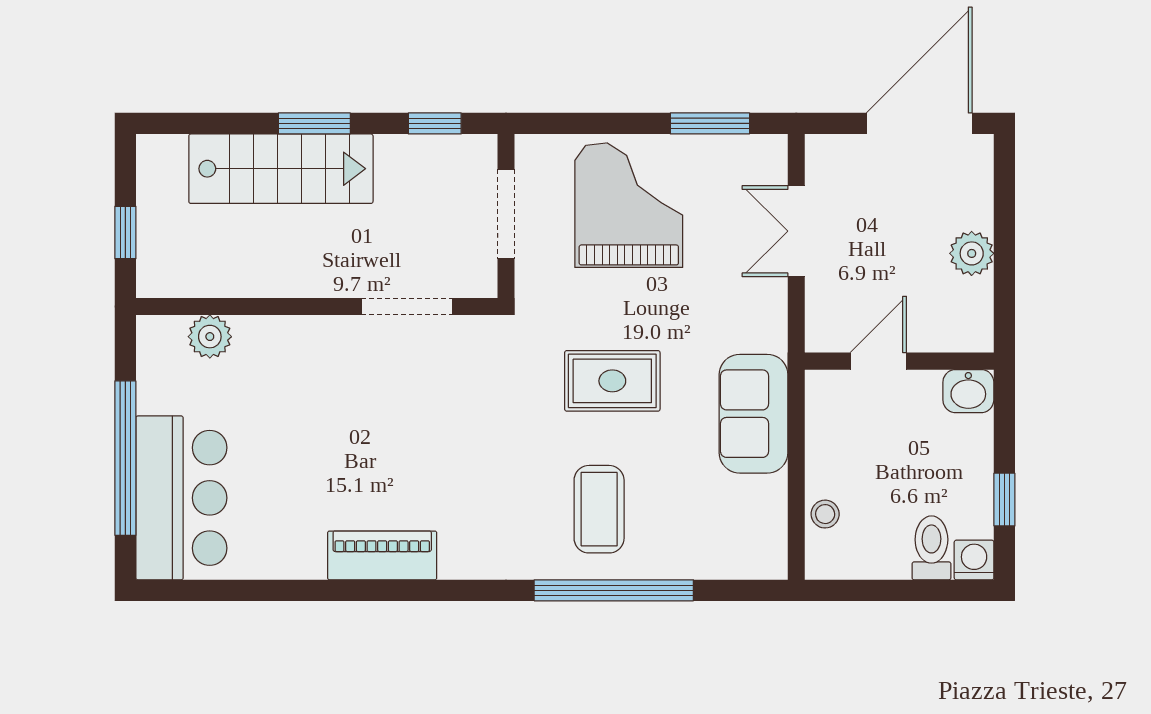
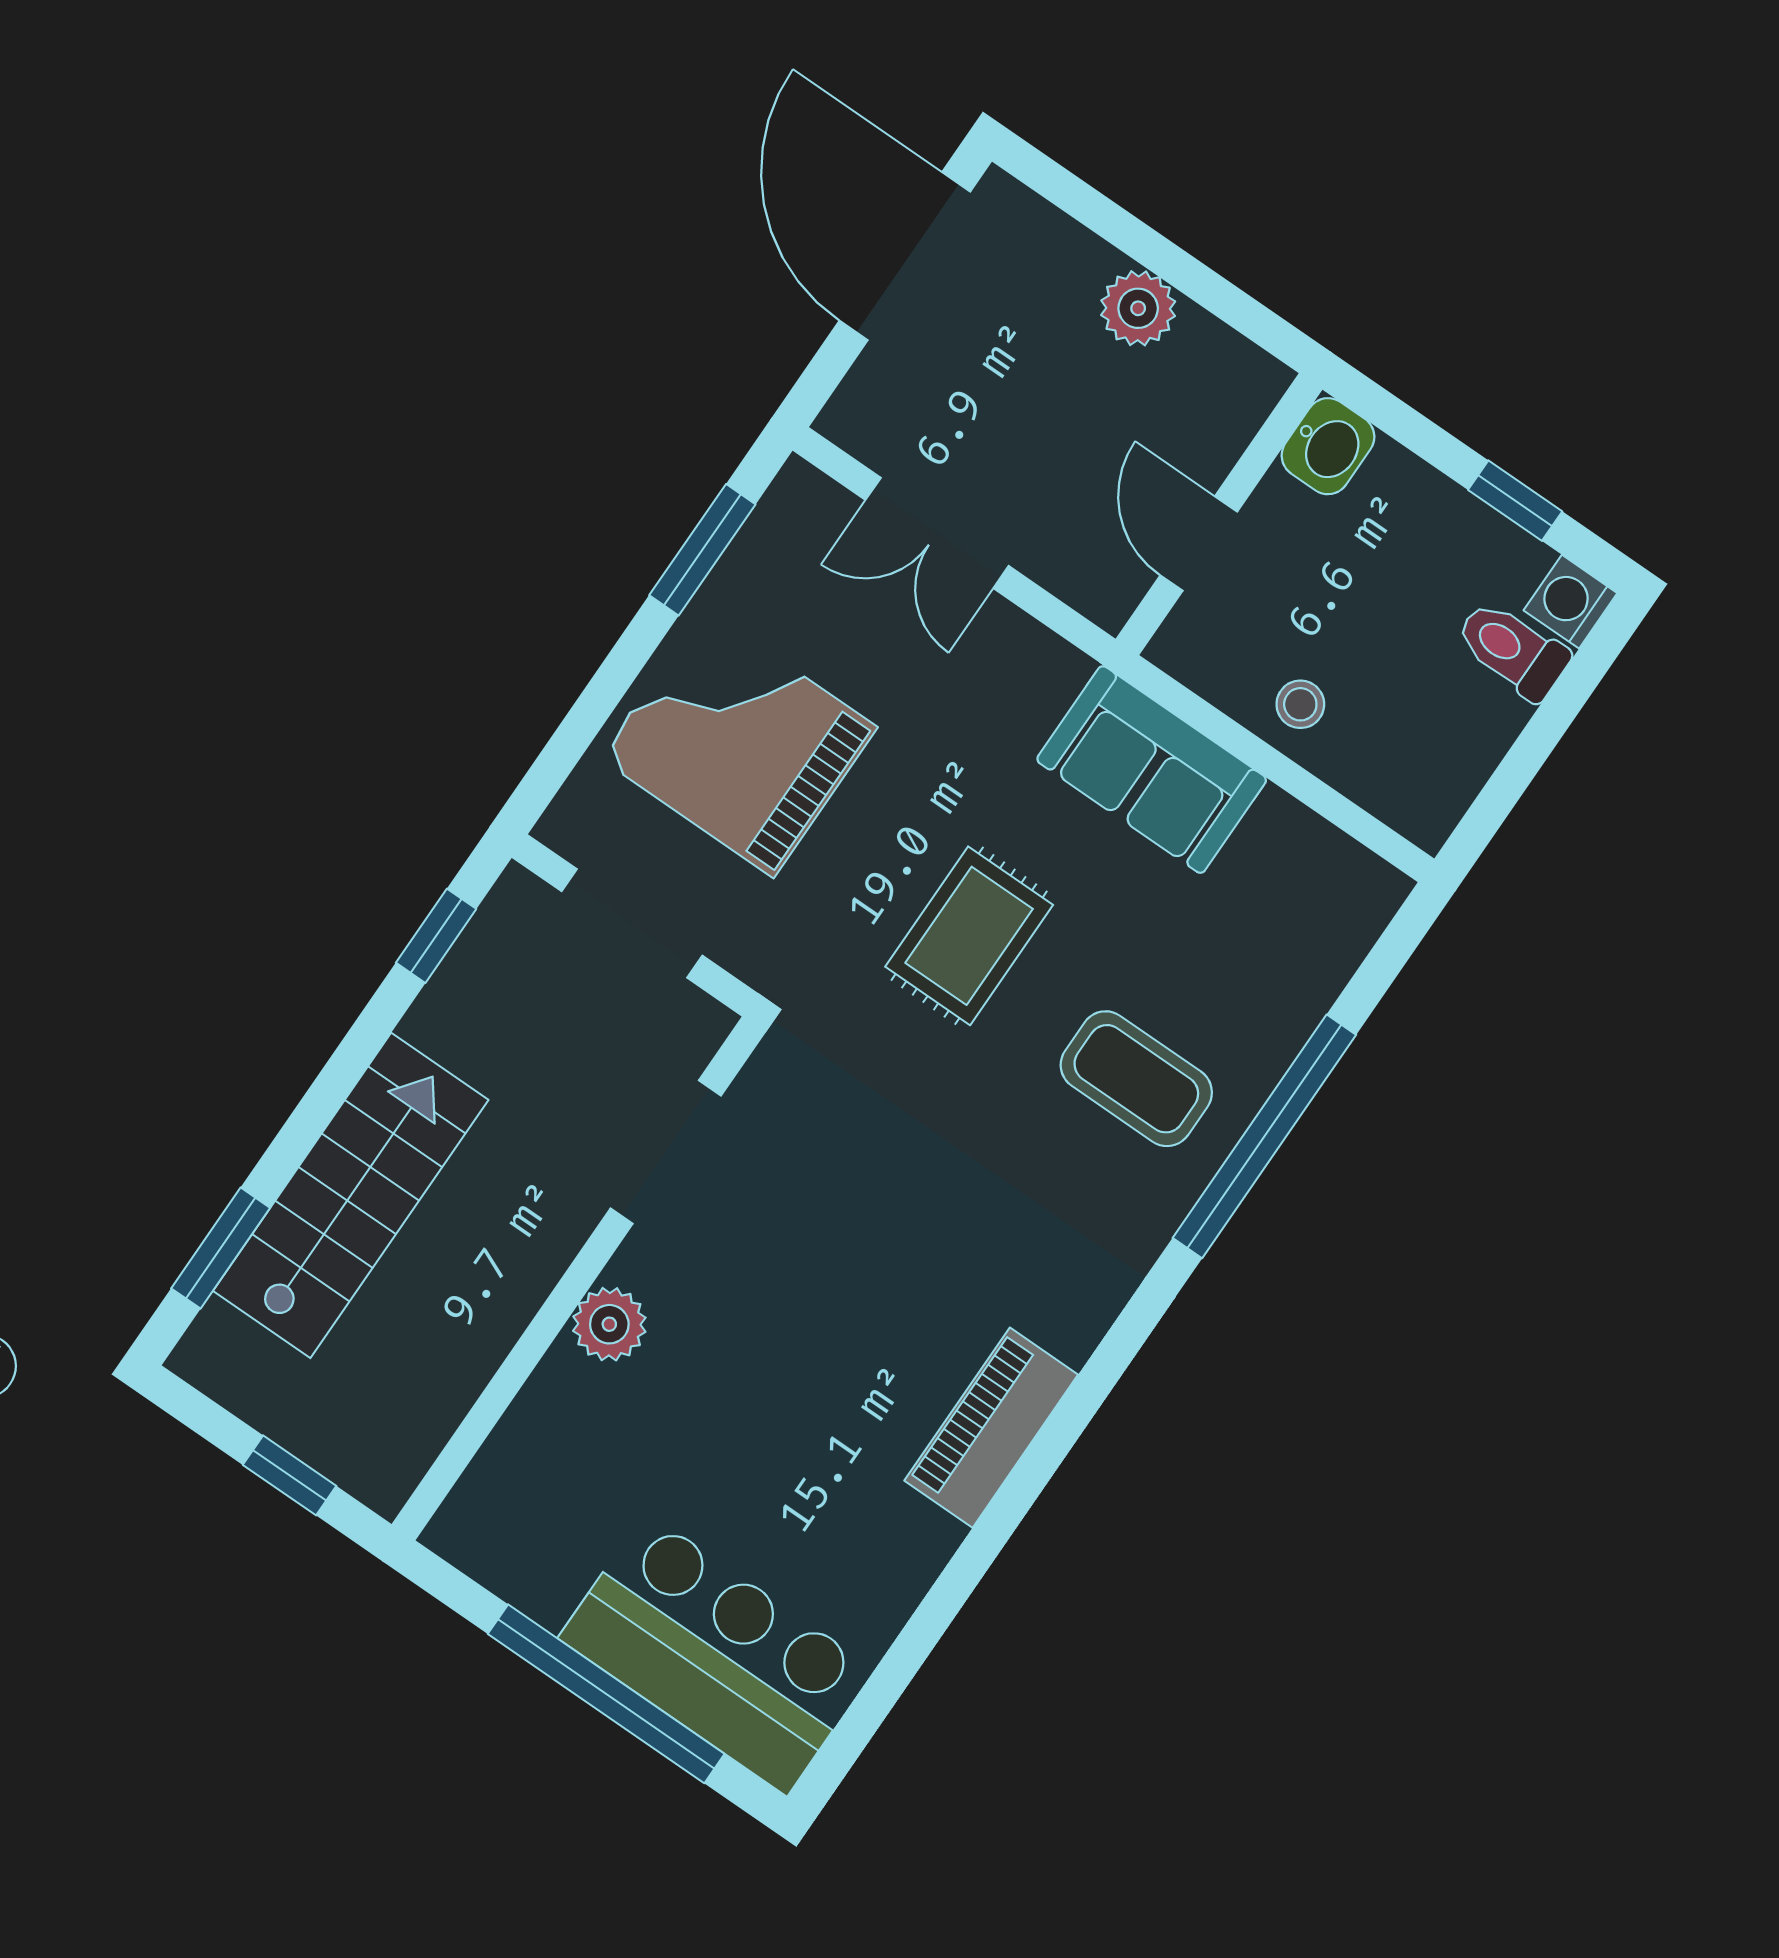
window: (314, 123) -> (221, 1248), moved
plant: (210, 337) -> (609, 1324), moved
stool: (825, 514) -> (1300, 704), moved

